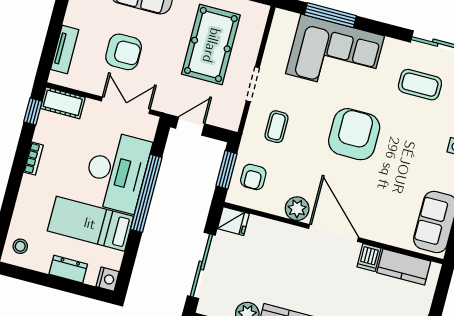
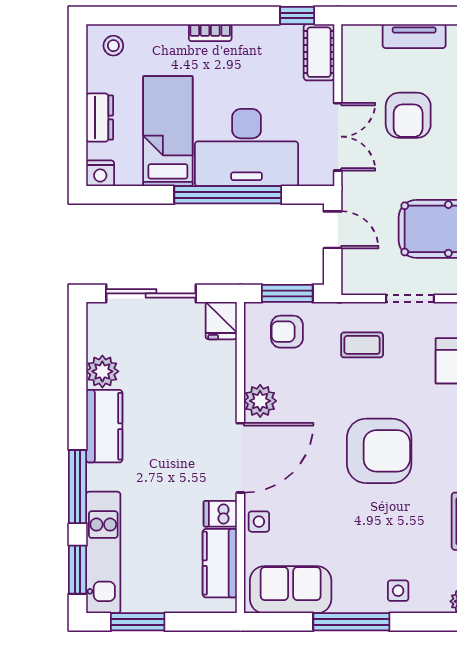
tv unit: (65, 49) -> (414, 36), moved
bookcase: (33, 159) -> (210, 33), moved
side table: (382, 232) -> (259, 522), added

